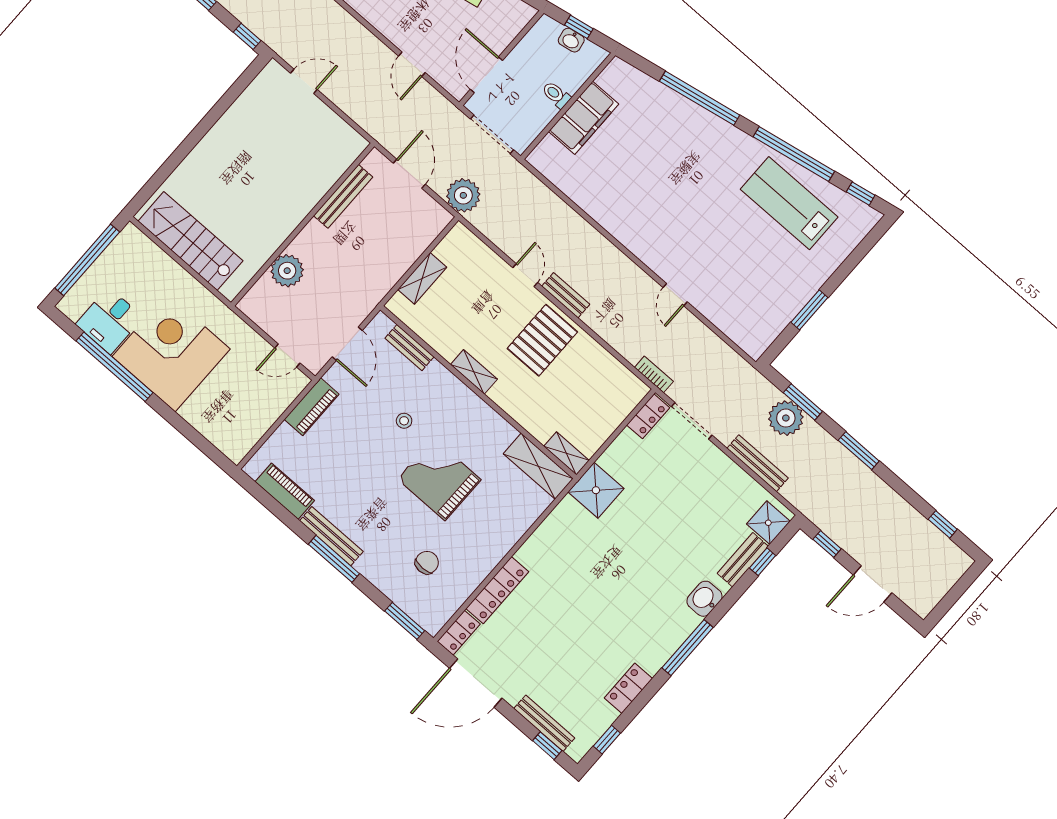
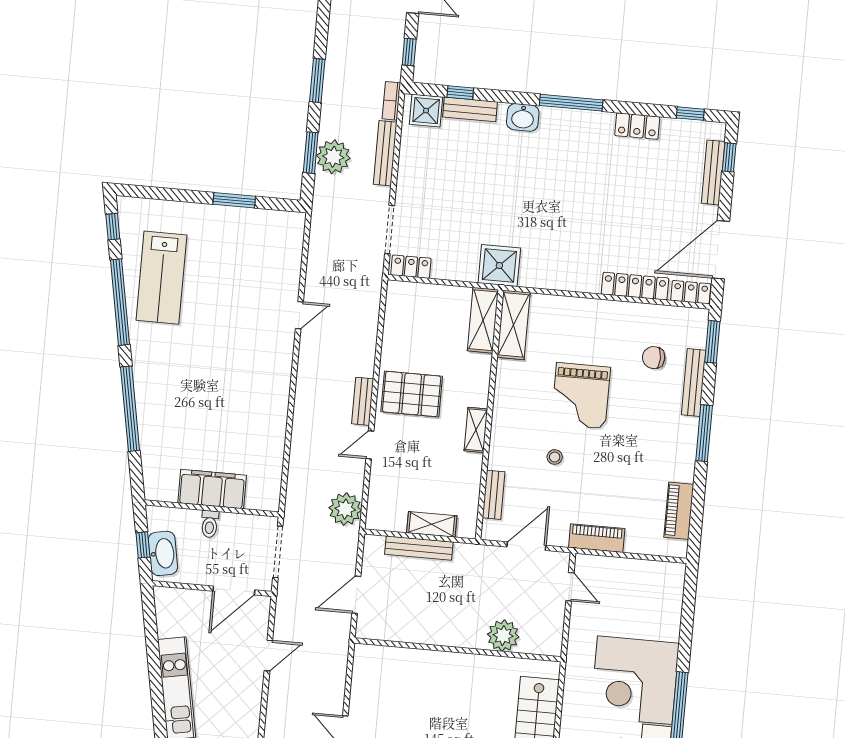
washbasin: (571, 40) -> (163, 553), width x1.91, depth x1.45
plant: (463, 195) -> (345, 509), moved
bench: (343, 196) -> (419, 548), moved
bookcase: (654, 374) -> (391, 101), moved
shelving: (567, 453) -> (483, 320), width x1.50, depth x1.33
bench: (331, 536) -> (694, 383), moved
door: (476, 683) -> (721, 250), swing flipped

